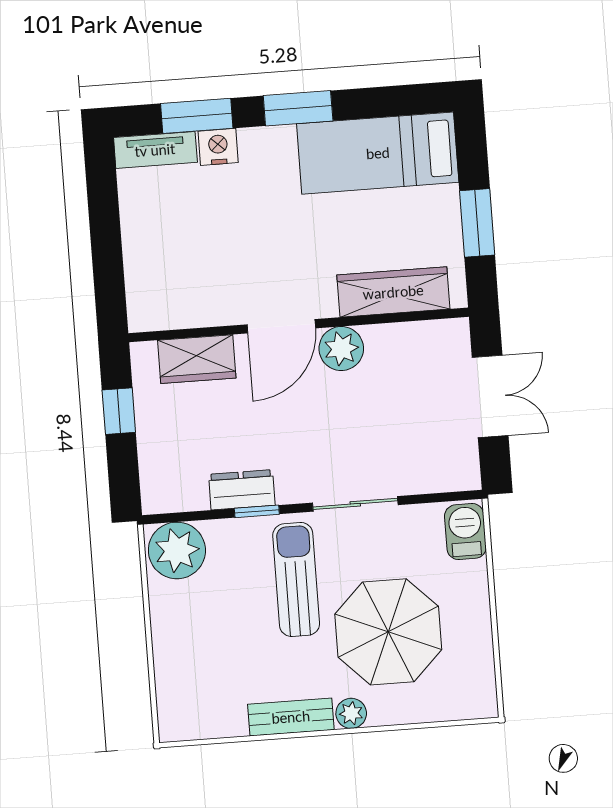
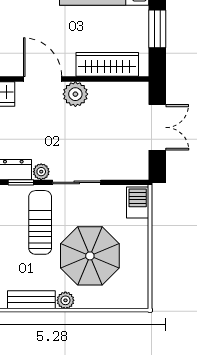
door: (281, 326) -> (43, 79), swing flipped
plant: (291, 490) -> (41, 172), added

